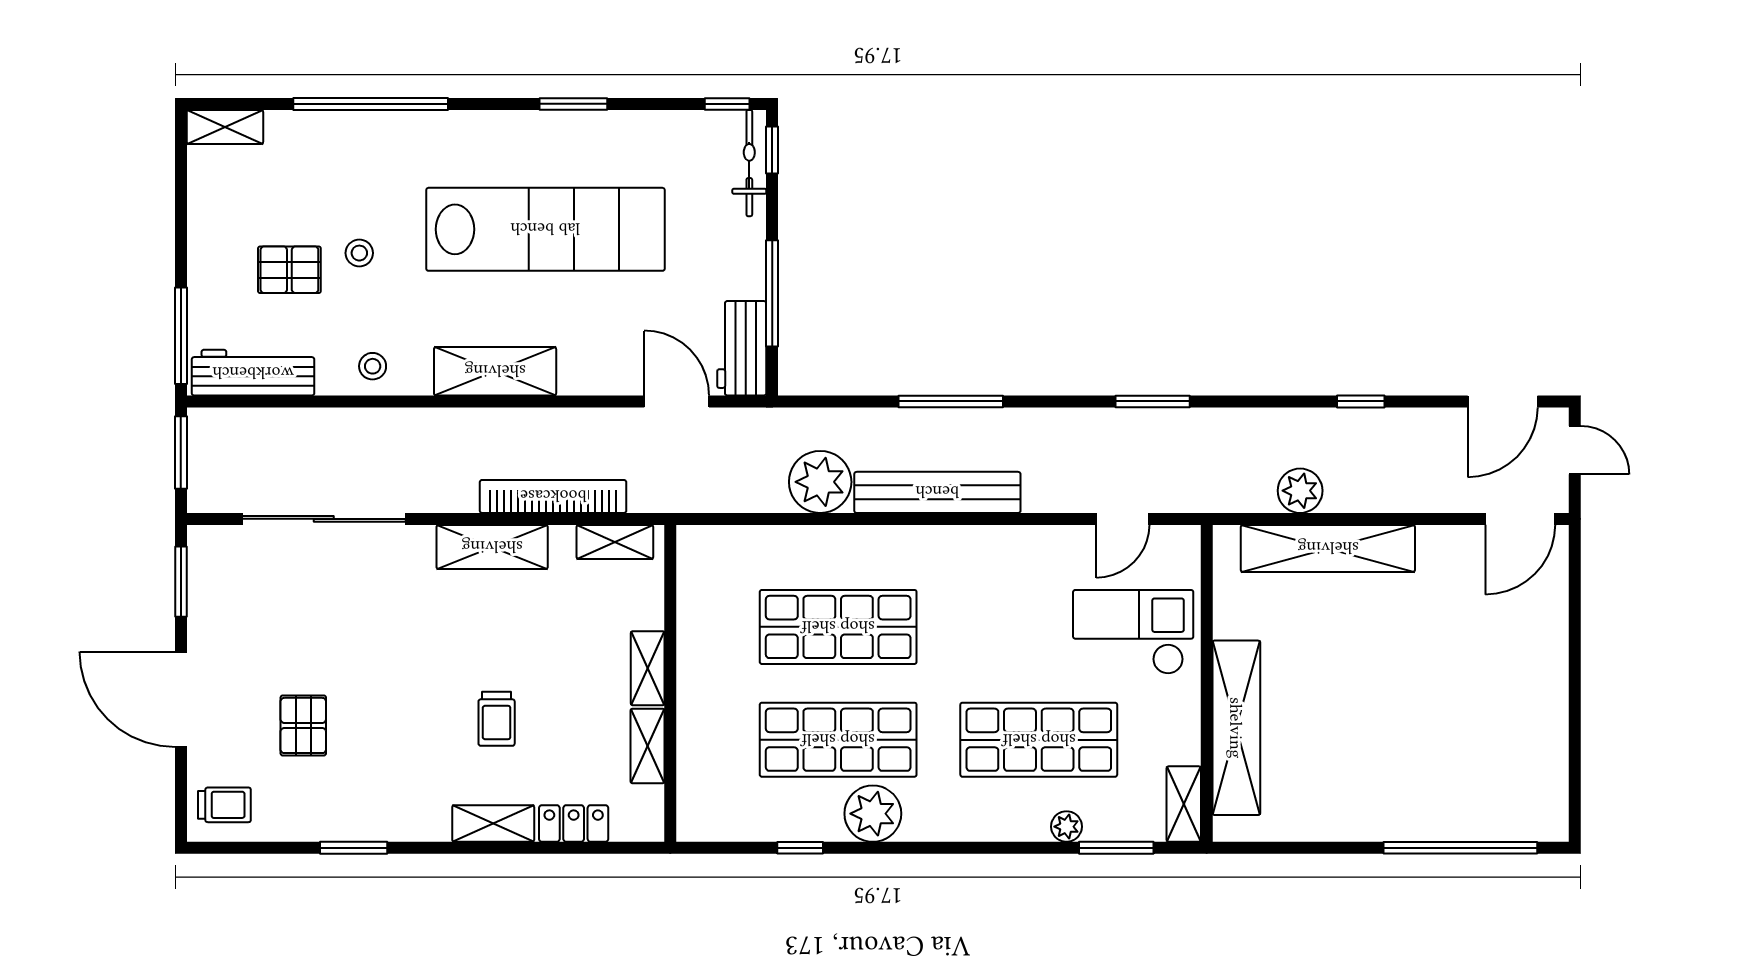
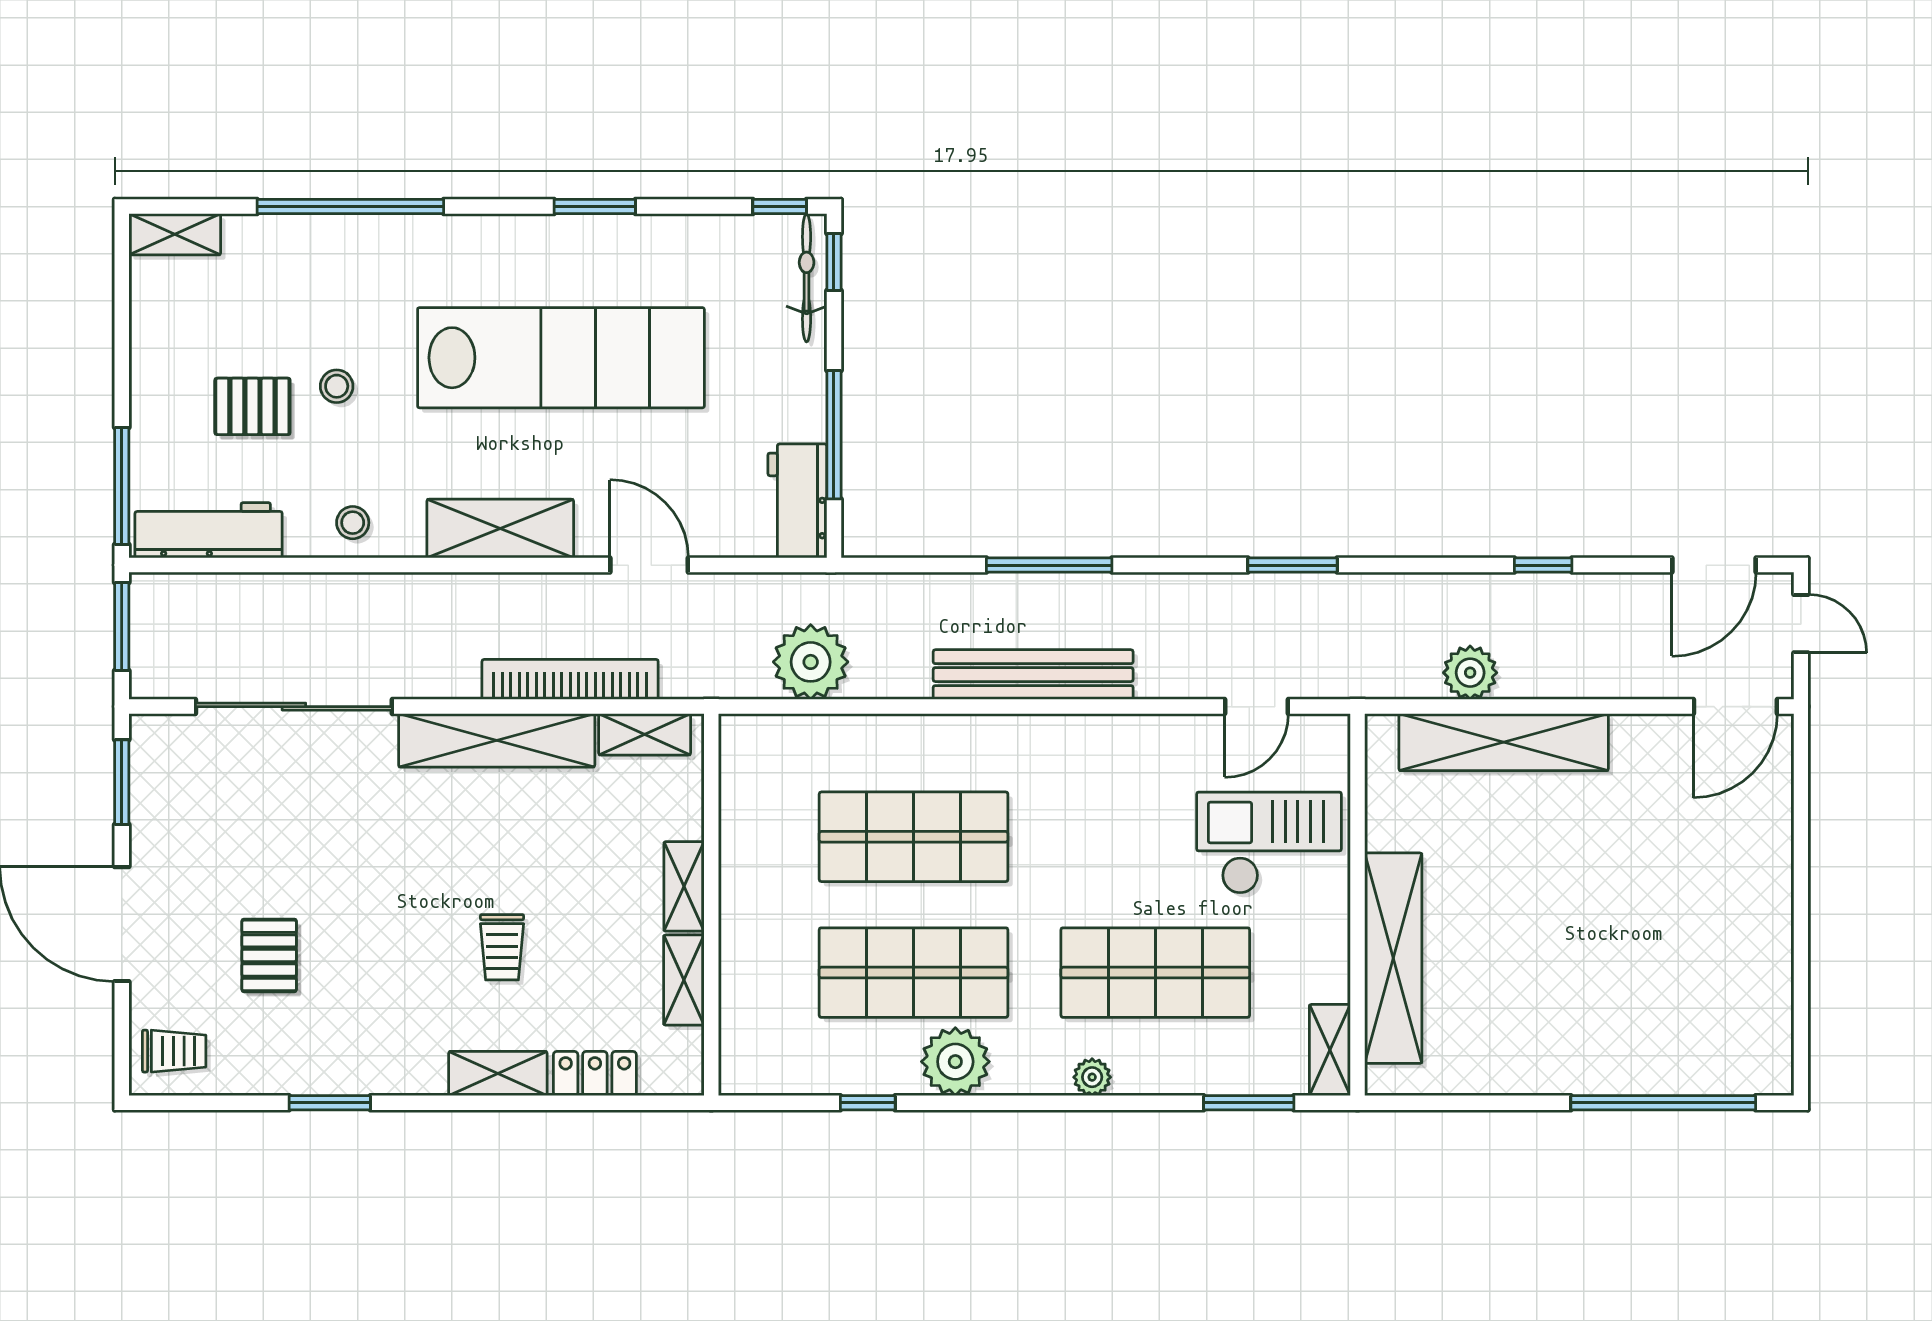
door: (677, 401) -> (649, 565), moved
plant: (820, 482) -> (811, 662), moved
shelving: (492, 547) -> (497, 740), width x1.47
plant: (1067, 827) -> (1092, 1077), moved

